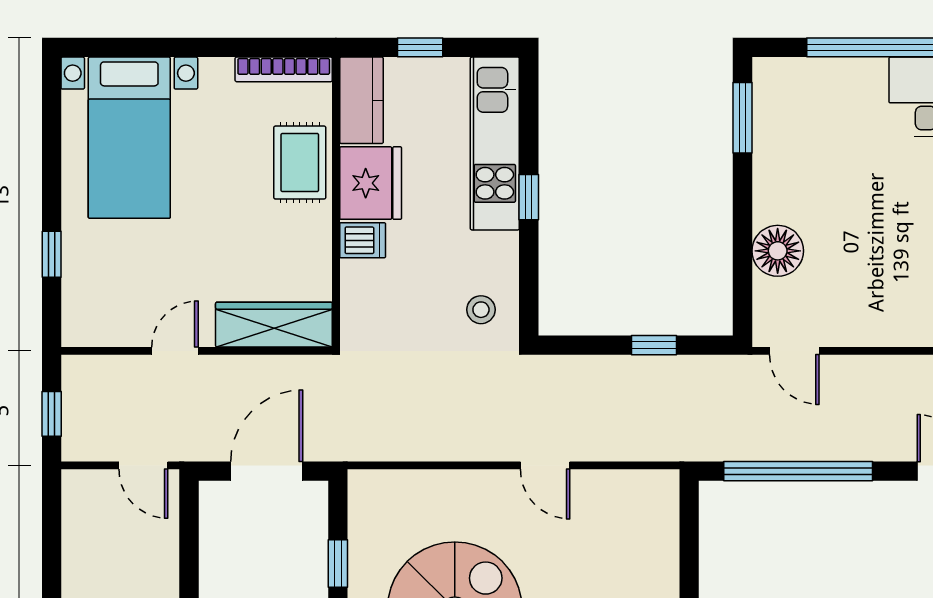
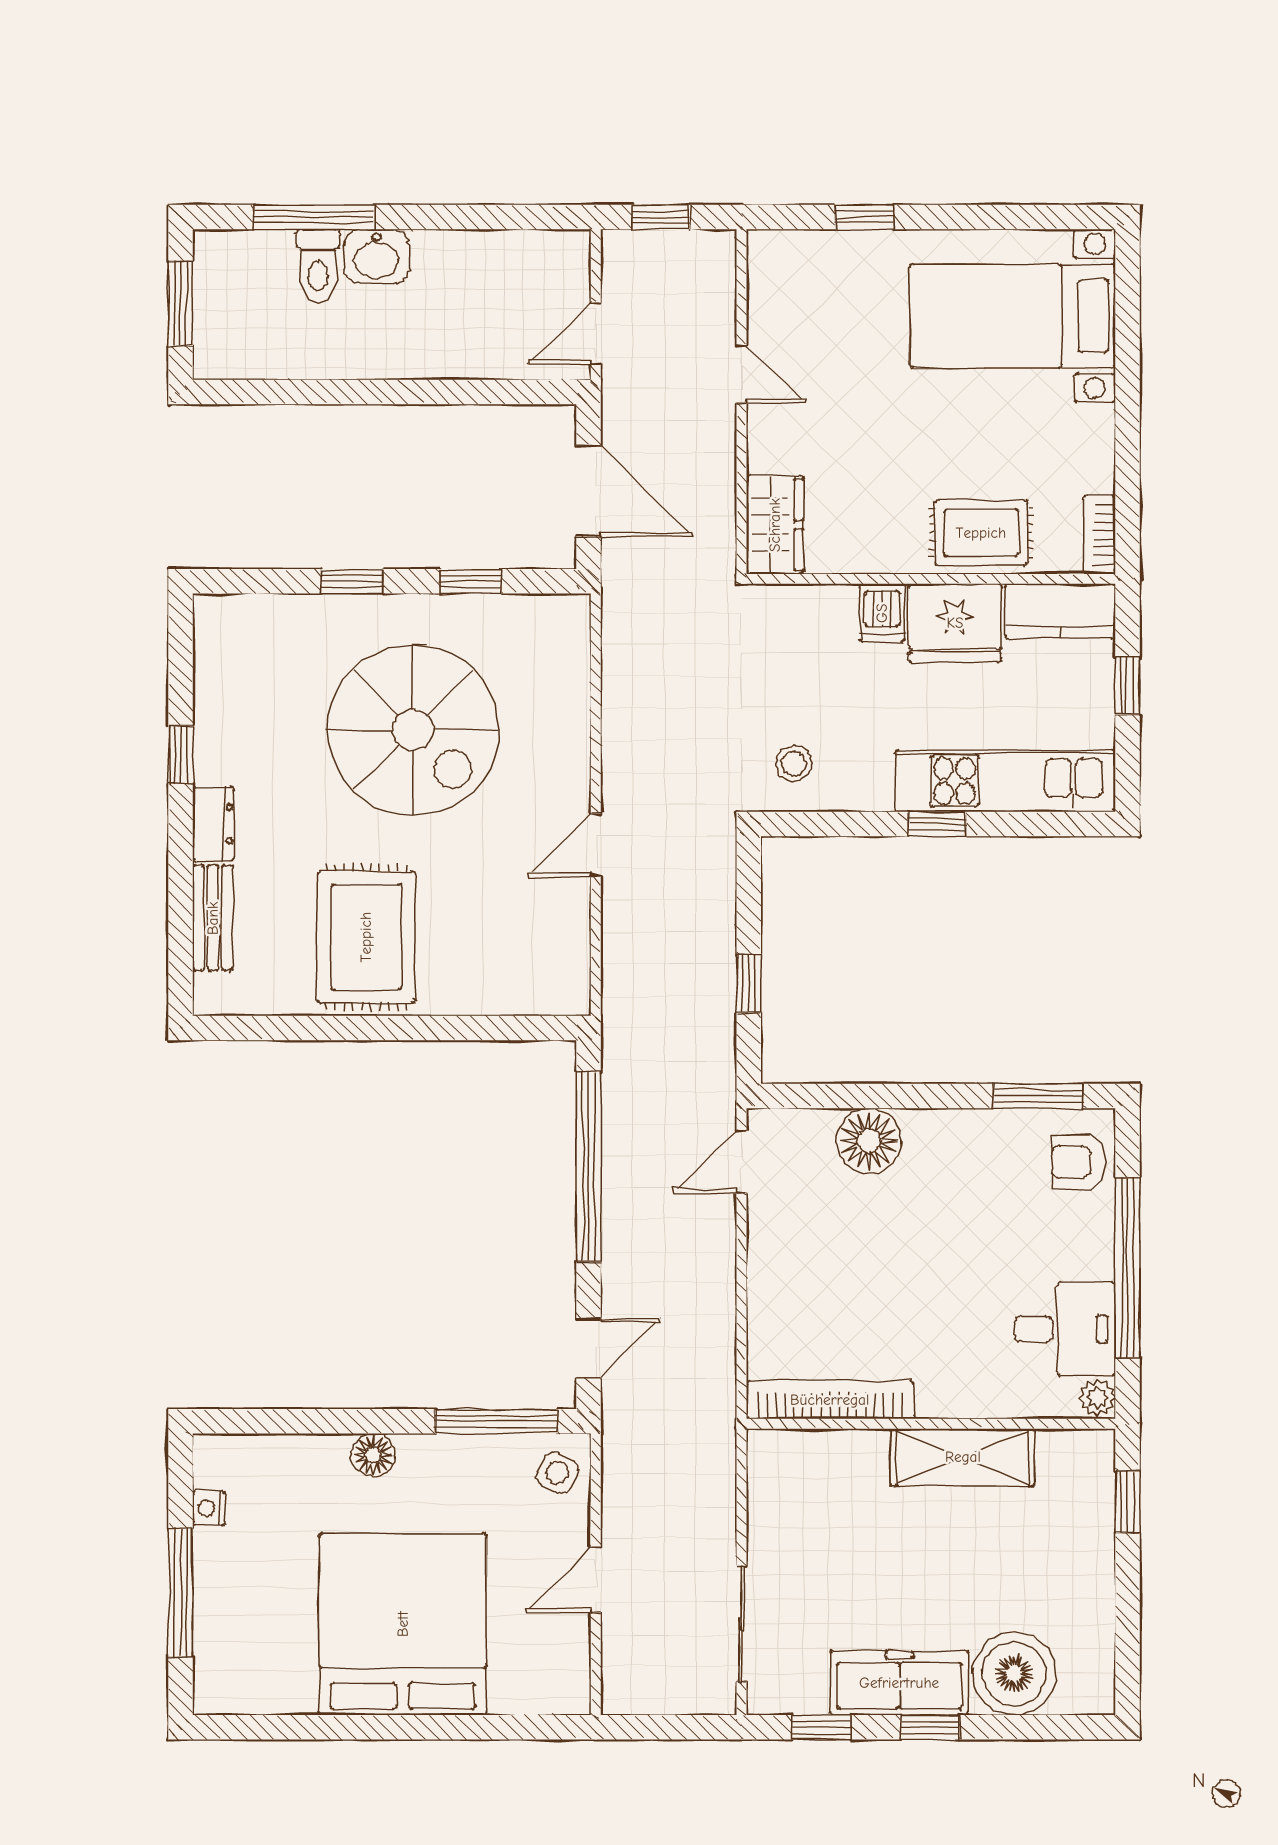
bookcase: (284, 69) -> (1100, 535), width x0.64
armchair: (794, 86) -> (1079, 1162), added
wardrobe: (274, 325) -> (775, 525), width x0.67

